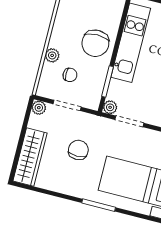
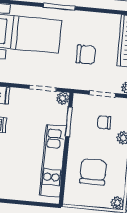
chair: (95, 43) -> (93, 172), moved
chair: (78, 150) -> (86, 54), turned -90

